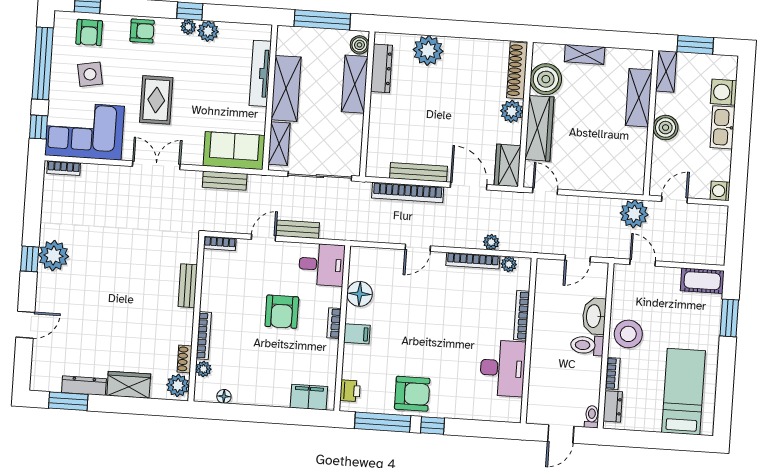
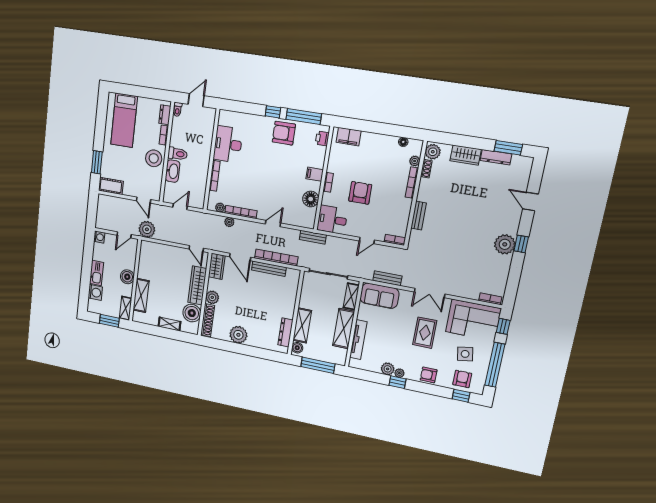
plant: (428, 50) -> (238, 335), moved
bench: (298, 229) -> (313, 237), moved
door: (25, 325) -> (530, 201), hinge flipped

